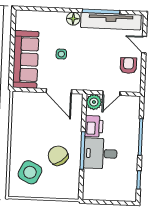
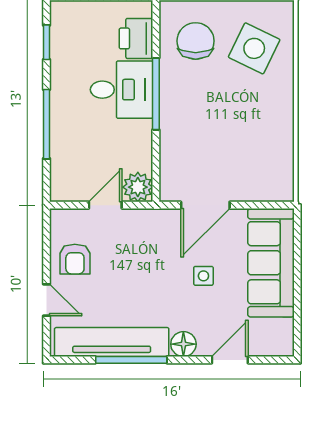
door: (49, 9) -> (230, 360), added
door: (59, 91) -> (205, 205), swing flipped
printer: (94, 126) -> (136, 38), moved
chair: (58, 156) -> (196, 41), moved, turned -143

